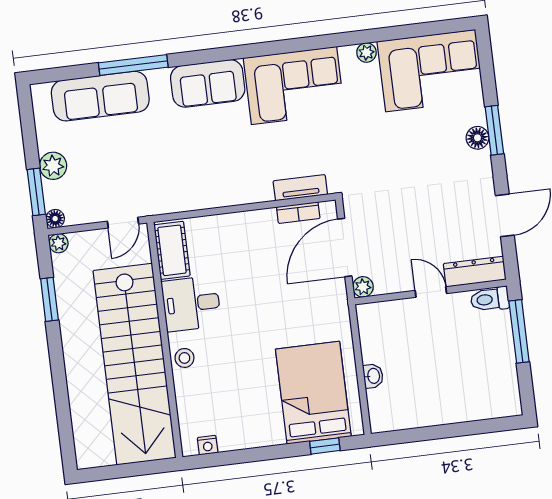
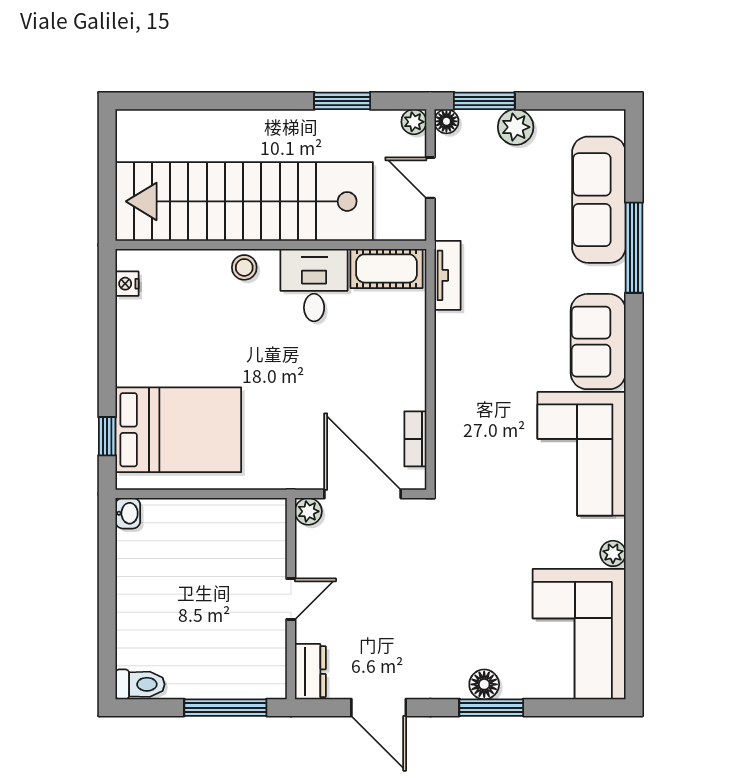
tv unit: (300, 188) -> (448, 275), moved
door: (123, 223) -> (430, 178), moved
dresser: (475, 272) -> (310, 672), width x0.70
toilet: (490, 299) -> (140, 684), moved, turned 90
washbasin: (373, 376) -> (128, 513), moved, turned -90

